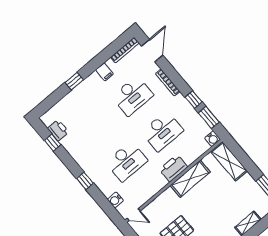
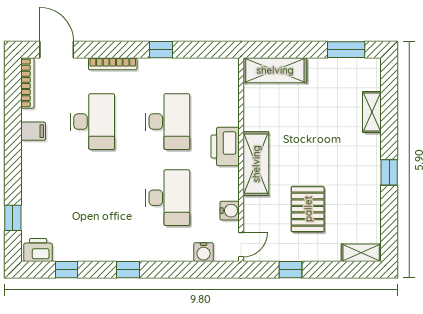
window: (74, 81) -> (13, 218), moved
window: (209, 118) -> (199, 50), removed
printer: (58, 130) -> (38, 250), moved
water cooler: (213, 139) -> (230, 211), moved
shelving: (190, 179) -> (256, 164), moved
window: (85, 181) -> (128, 270), moved

